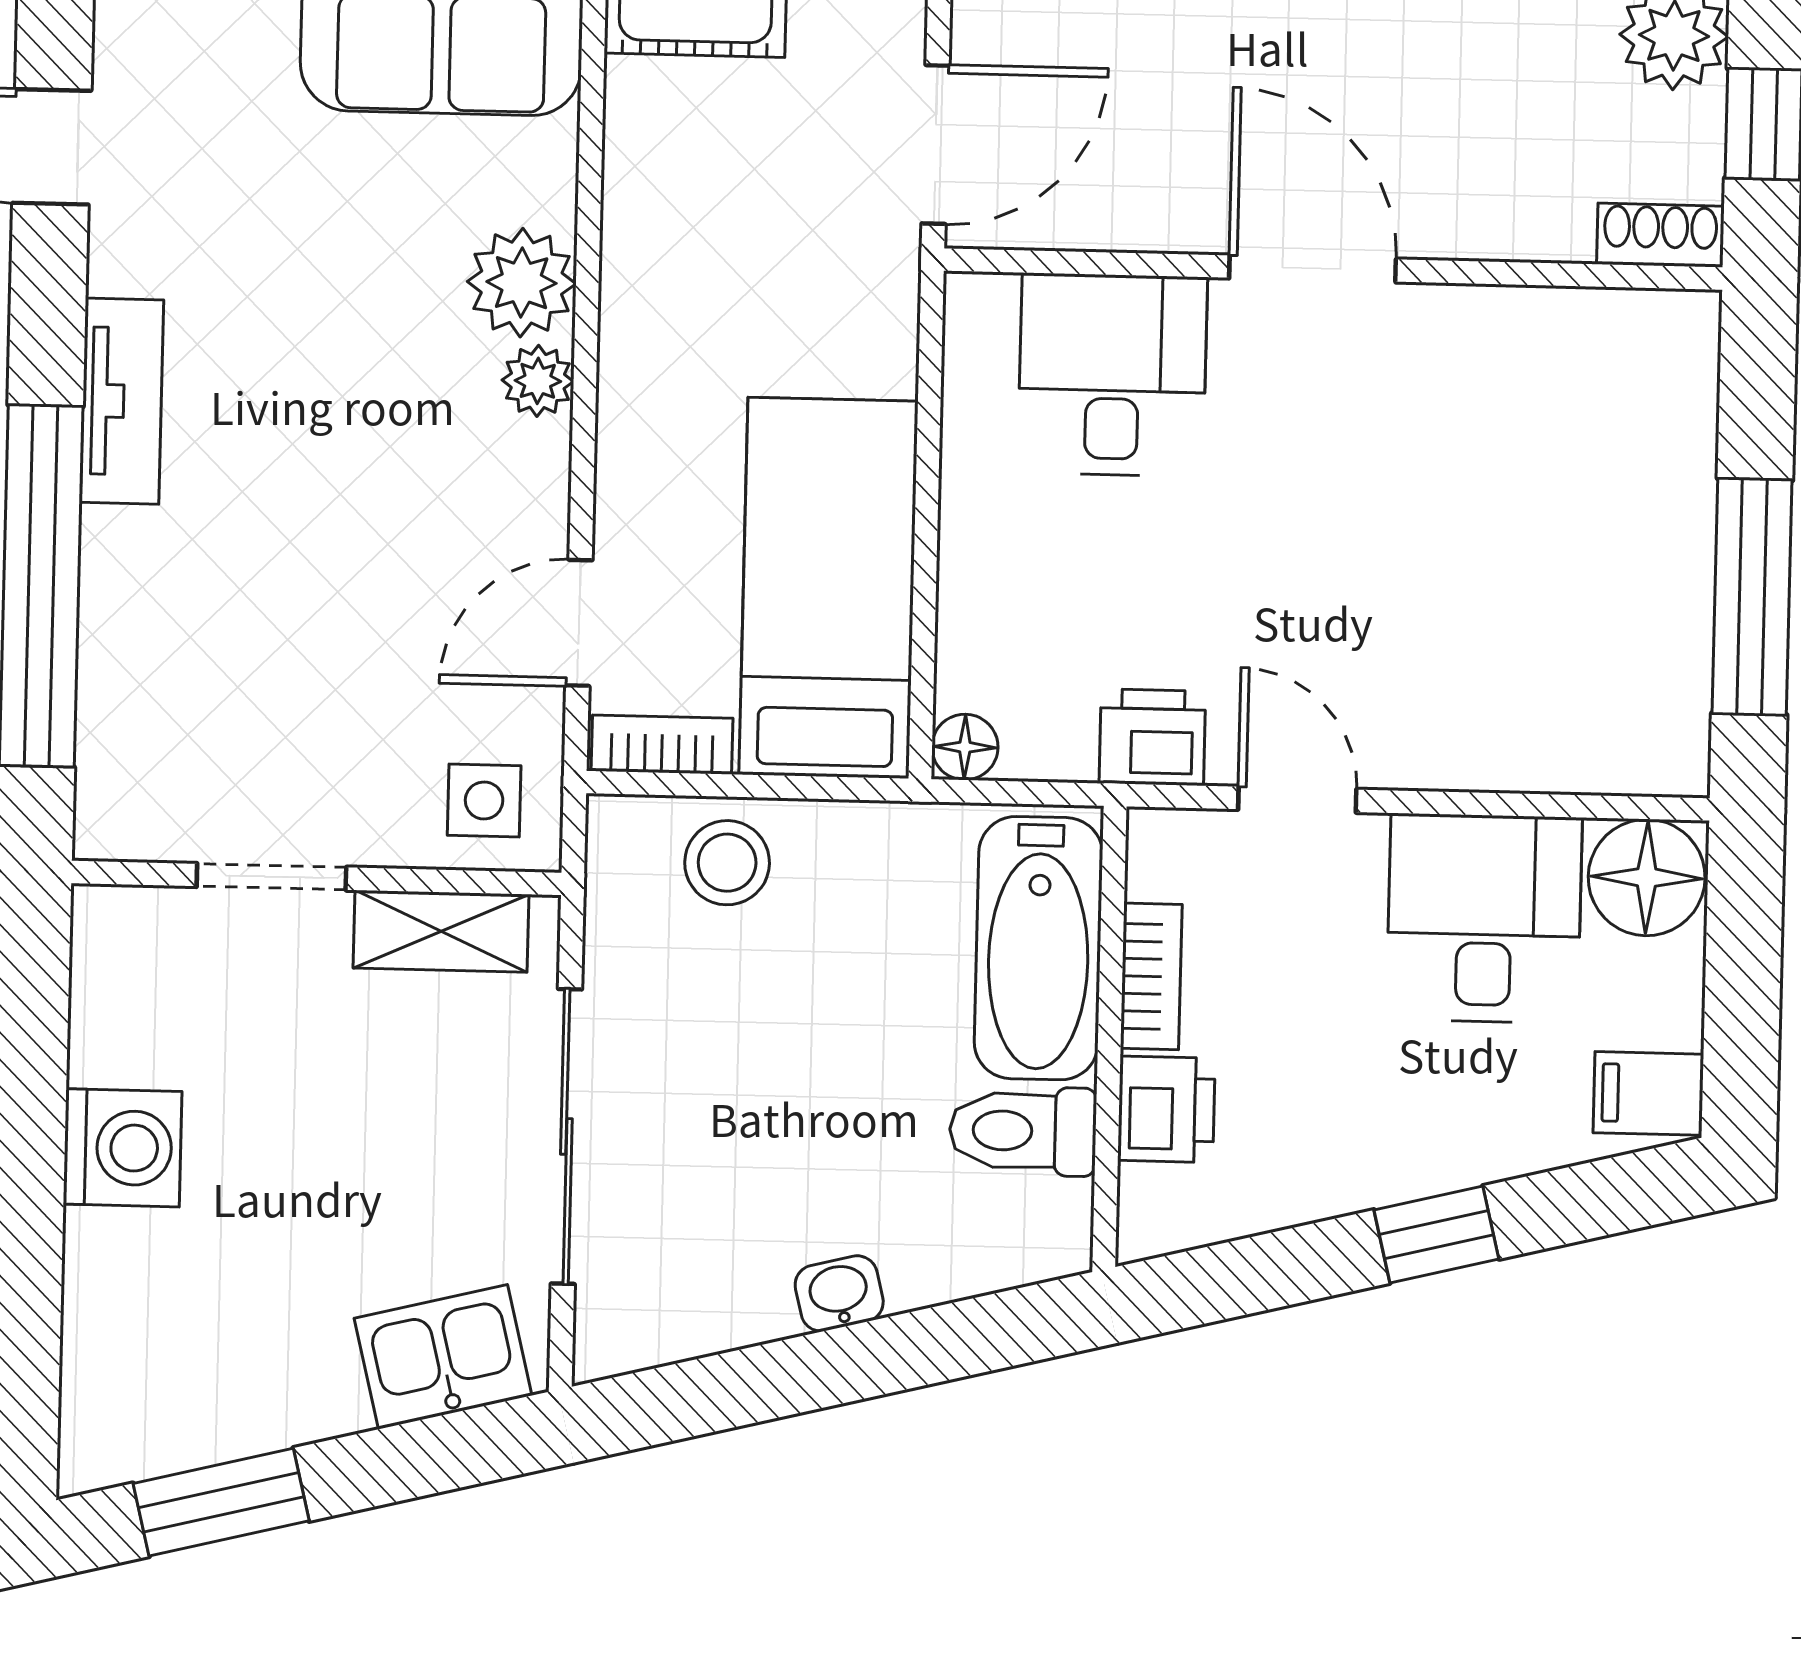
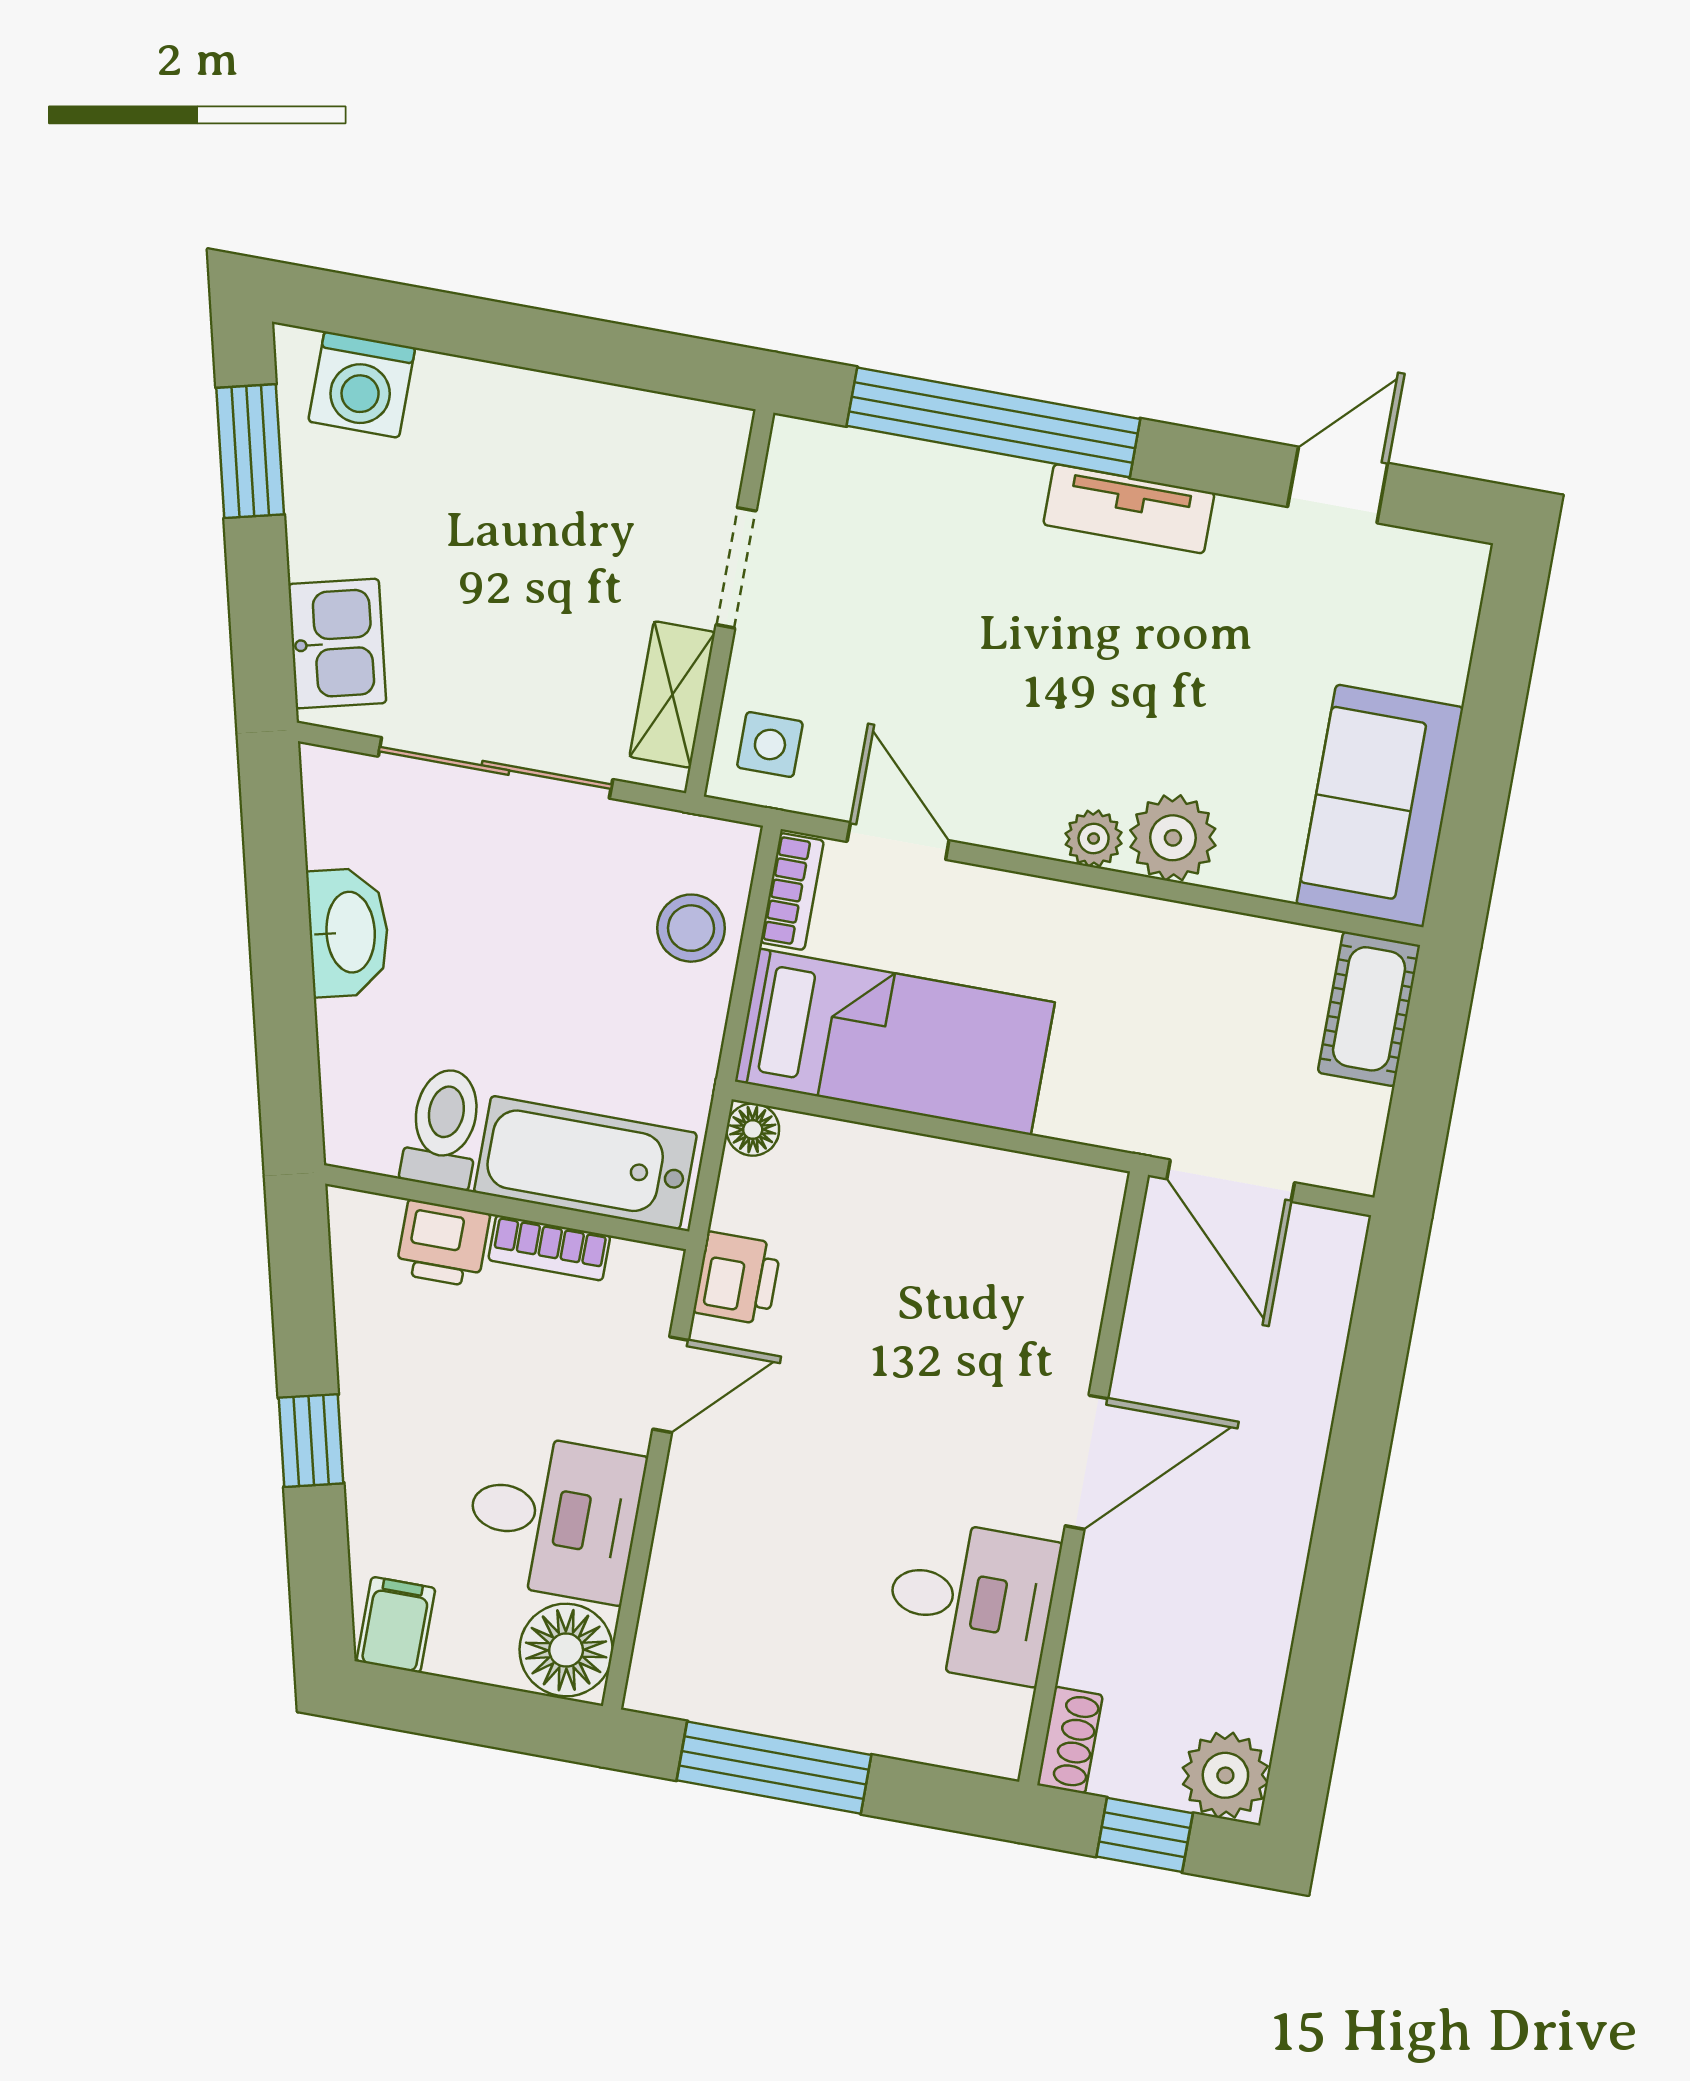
desk: (1112, 375) -> (971, 1601), moved
washing machine: (123, 1148) -> (362, 385), moved
washbasin: (839, 1293) -> (348, 932), width x1.91, depth x1.45

